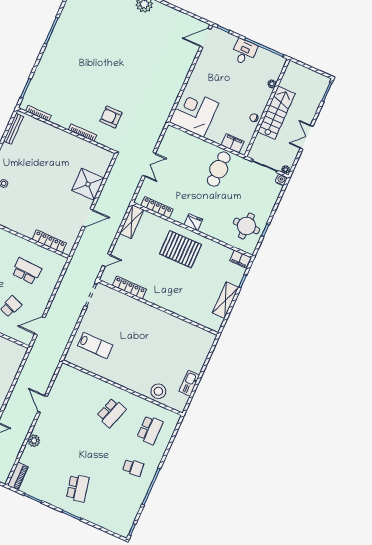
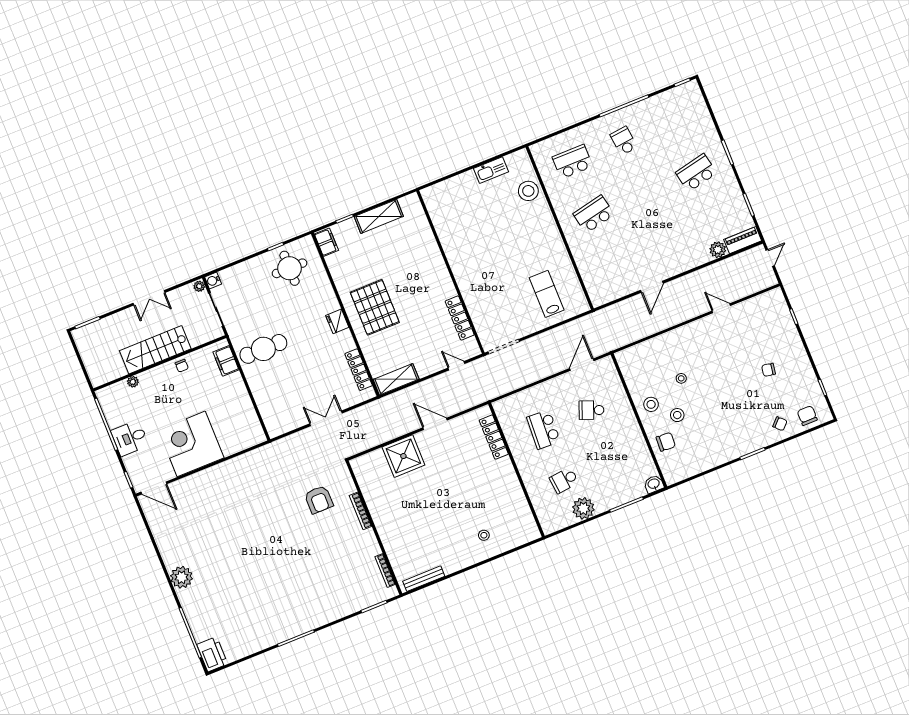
corner desk: (194, 113) -> (191, 444), moved, turned 90
door: (40, 326) -> (582, 365), swing flipped
school desk: (111, 413) -> (594, 214), turned -30
plant: (34, 441) -> (718, 250), moved

